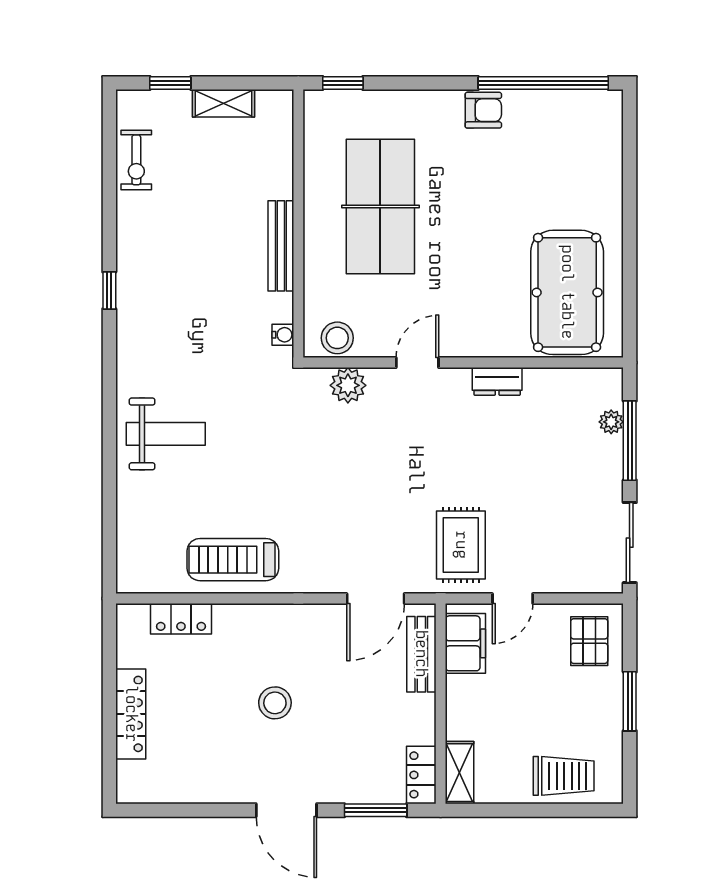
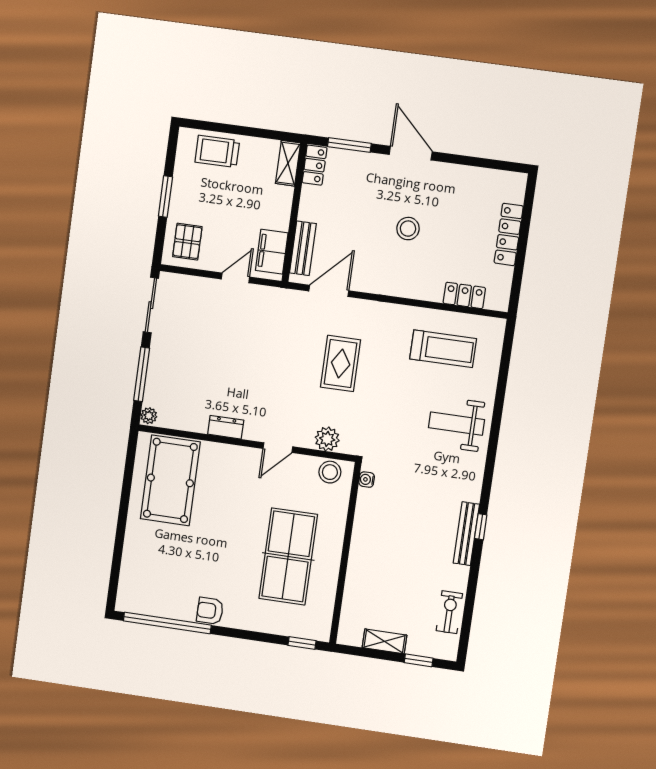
bench: (281, 246) -> (466, 534), moved
plant: (611, 422) -> (149, 416), moved
rug: (461, 545) -> (341, 364), moved
treadmill: (233, 560) -> (443, 349), moved

